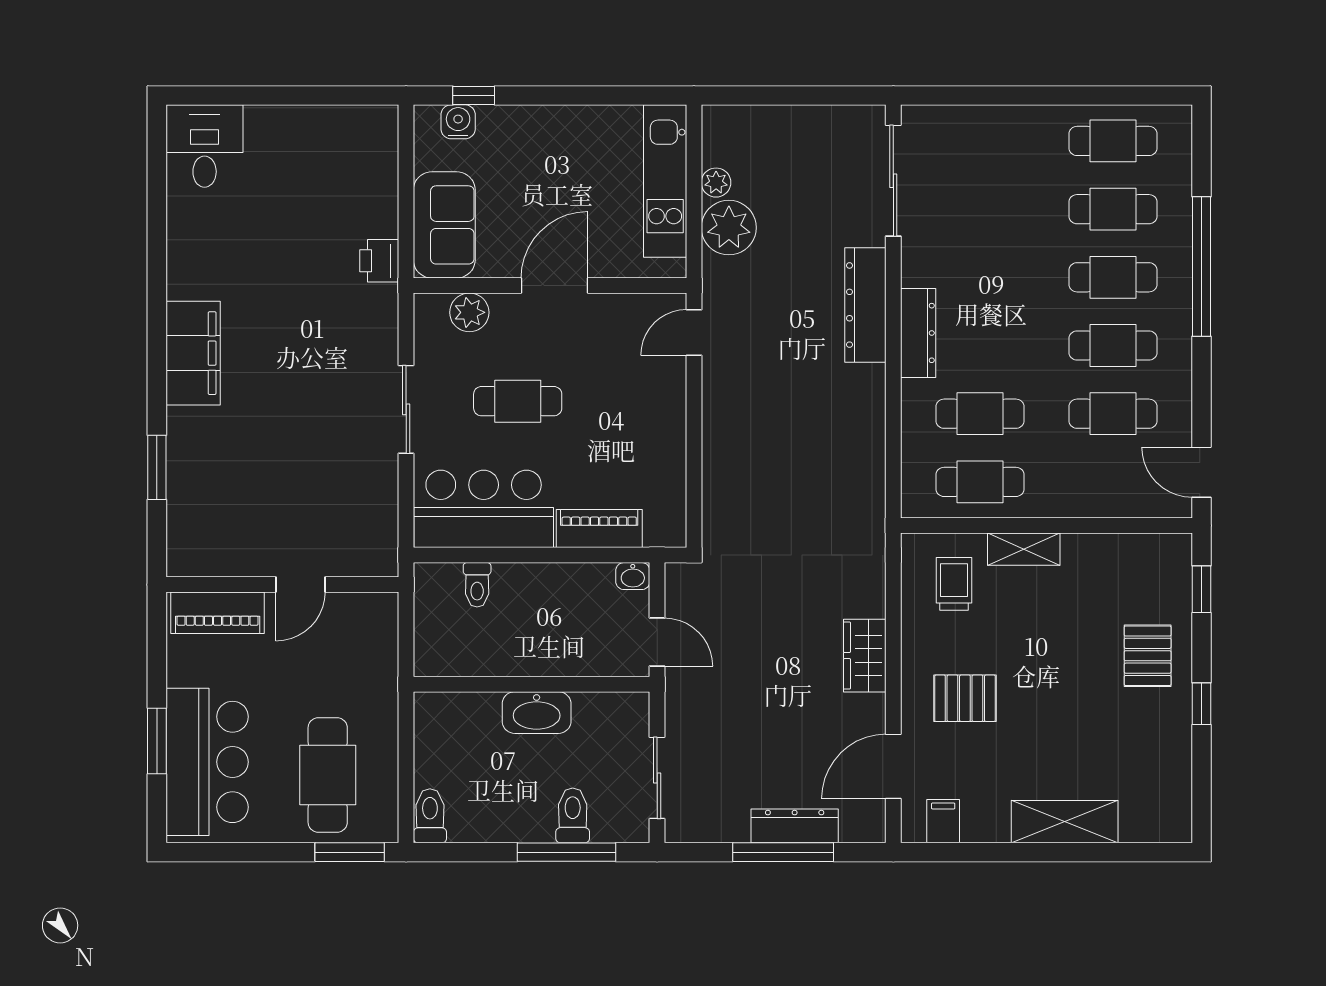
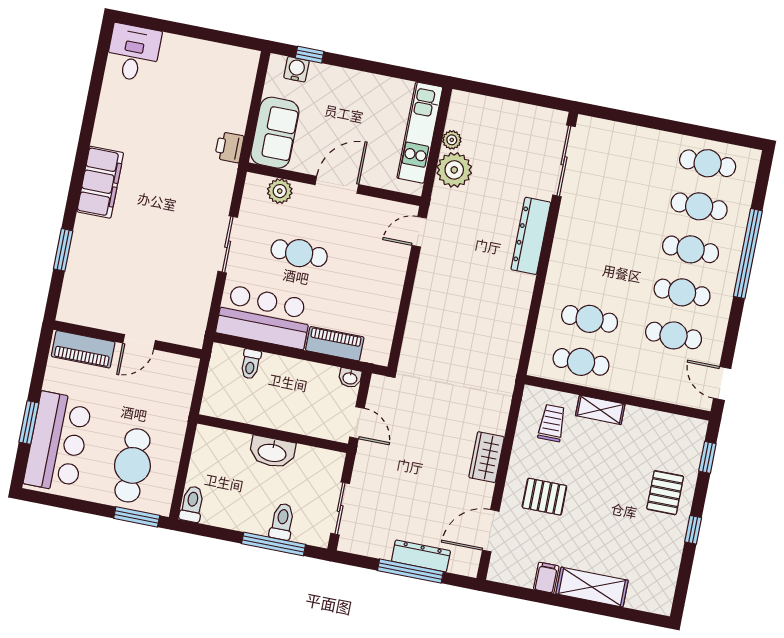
dresser: (918, 333) -> (561, 260), removed
filing cabinet: (943, 821) -> (546, 578), moved

